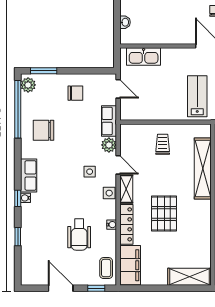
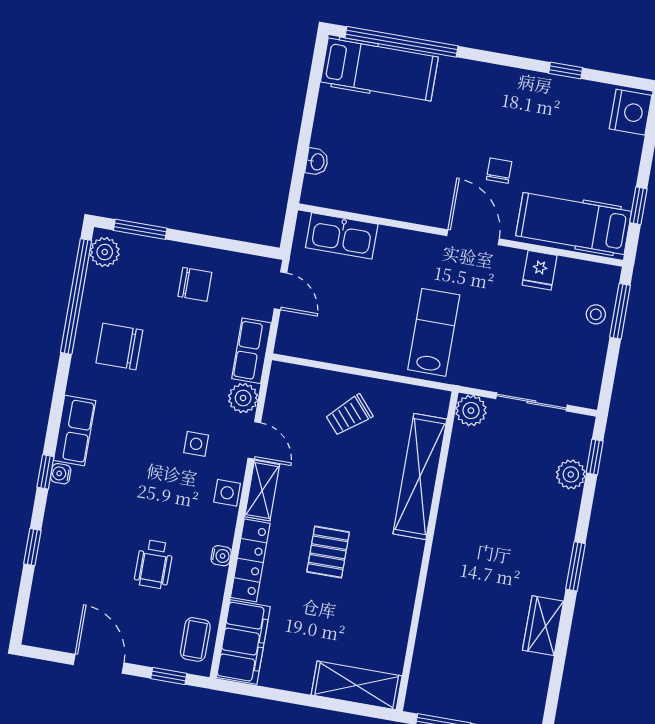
trolley: (163, 144) -> (349, 415), turned -131
pallet: (164, 214) -> (328, 552), width x0.67, depth x0.71
wheelchair: (79, 235) -> (154, 564), width x0.73, depth x0.73

